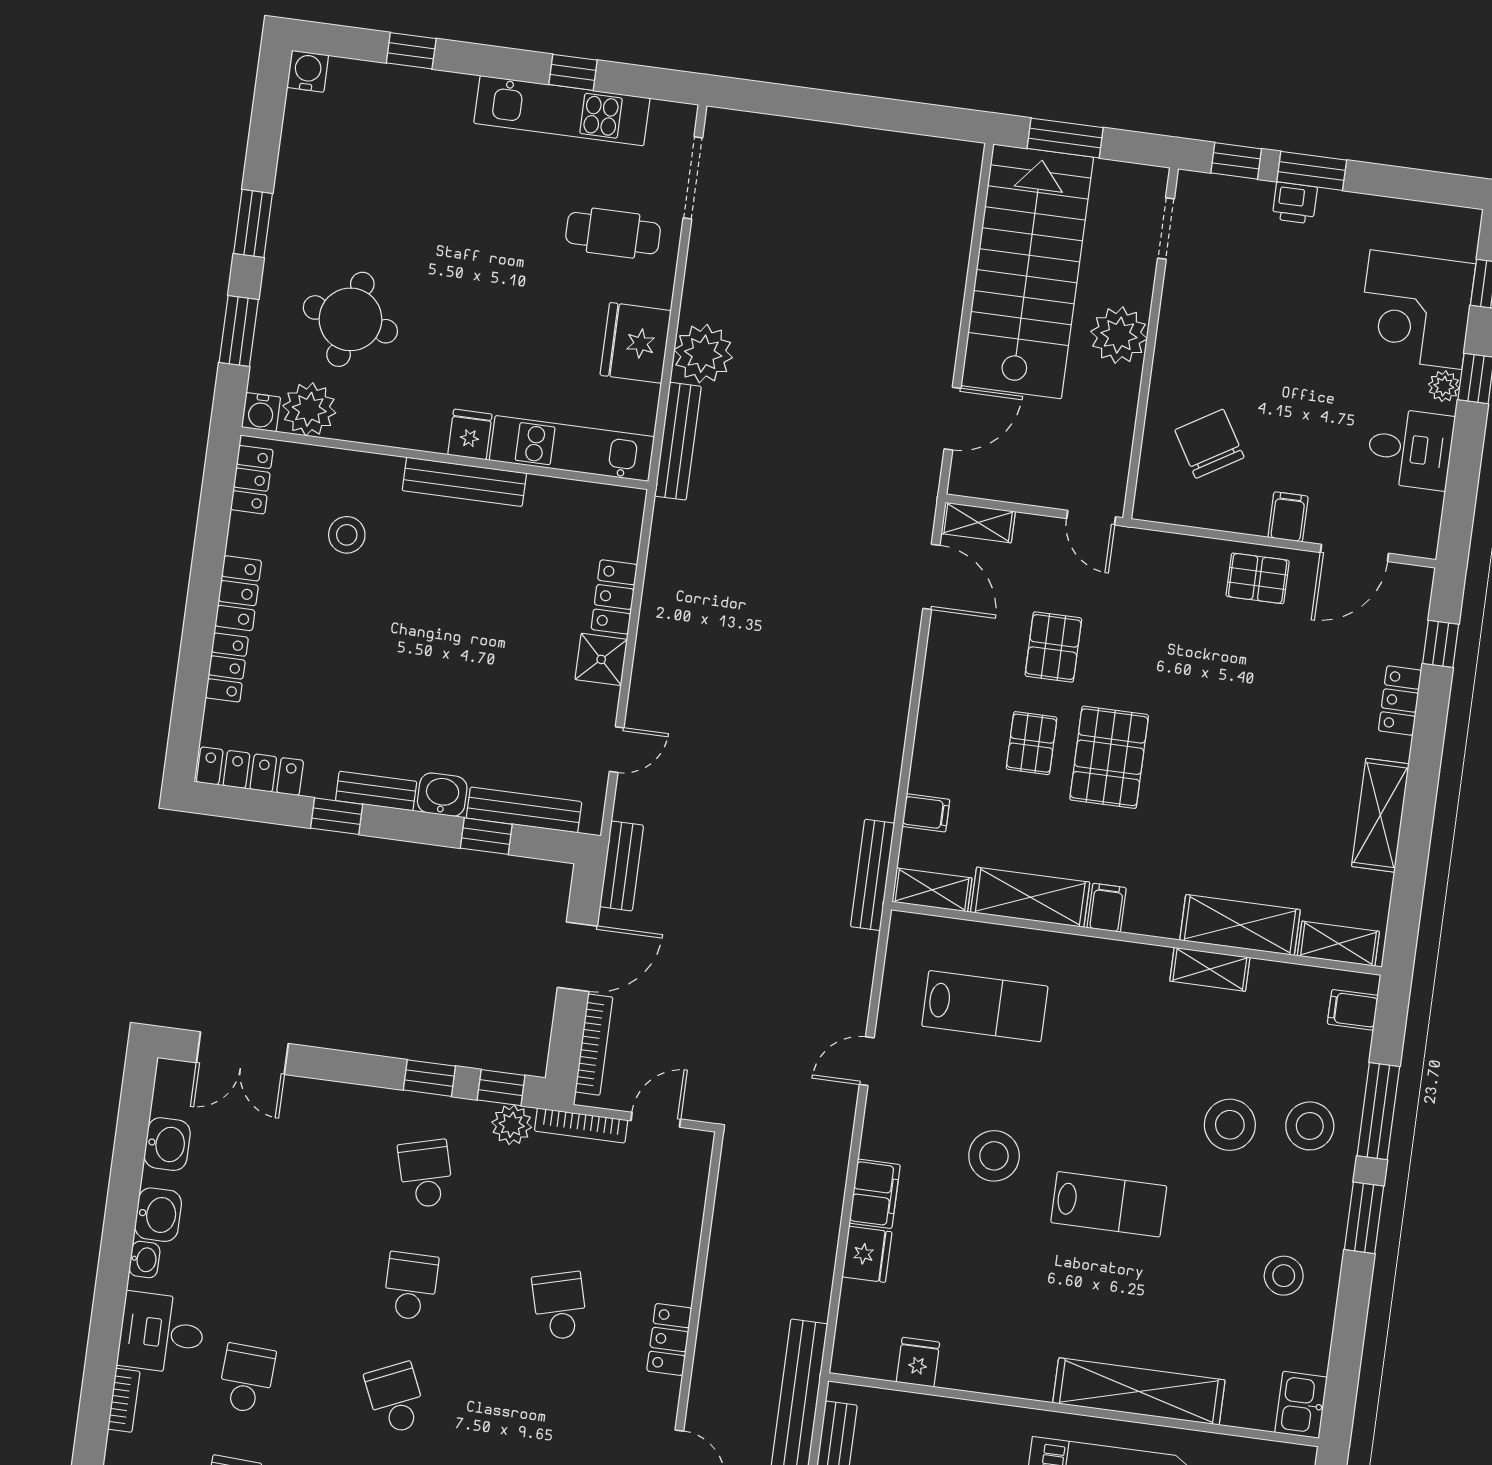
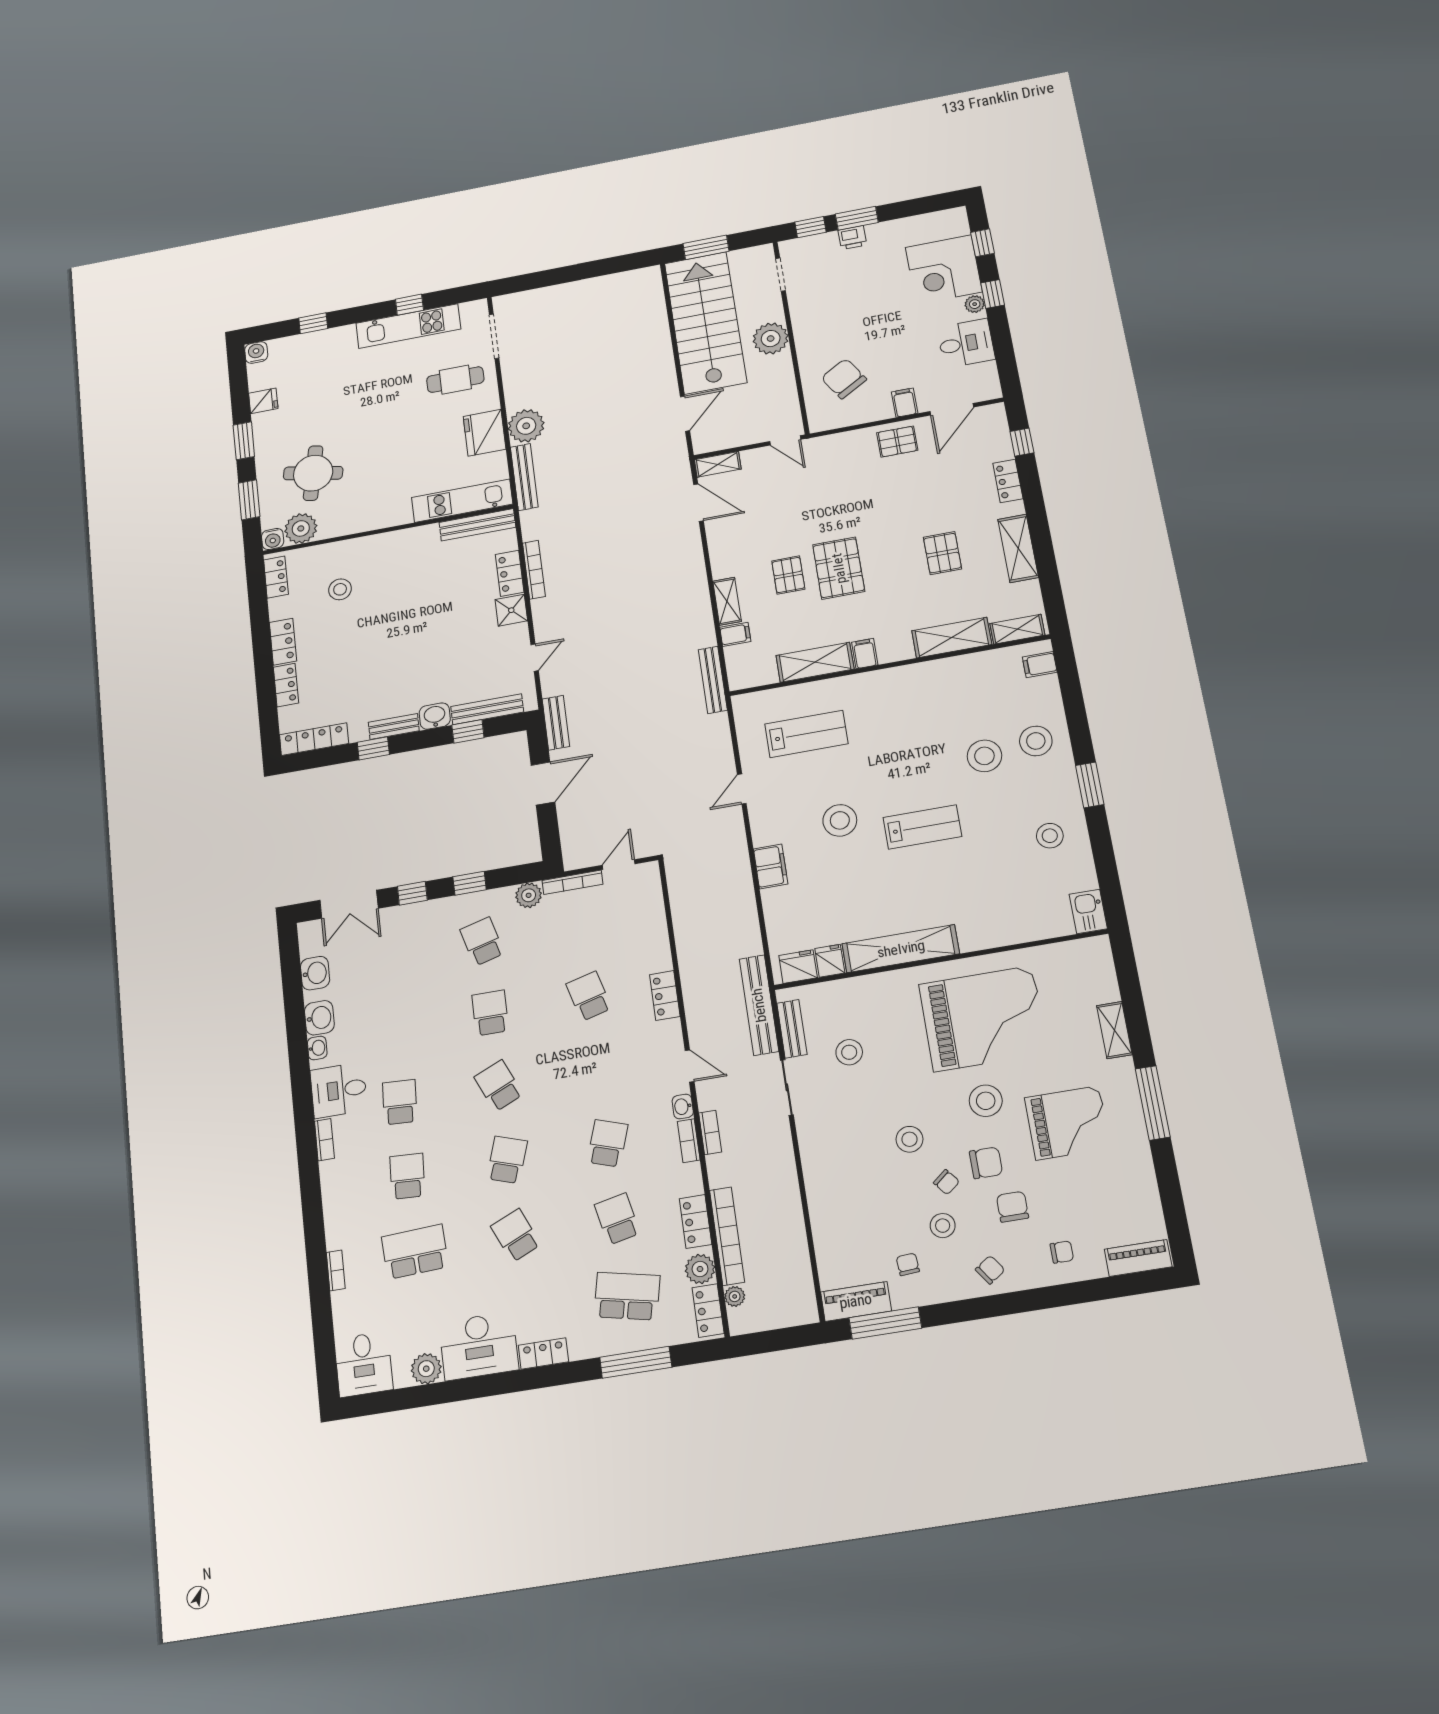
fridge: (470, 434) -> (263, 401), moved, turned 90
bench: (464, 482) -> (477, 525), moved
pallet: (1053, 647) -> (942, 553), moved
shelving: (932, 890) -> (727, 601), moved, turned 90
shelving: (1210, 969) -> (941, 669), removed
bookcase: (594, 1045) -> (534, 570), moved
window: (501, 1088) -> (412, 893), moved
window: (1378, 1111) -> (1077, 719), removed
fridge: (867, 1254) -> (798, 967), moved, turned -90
shelving: (1139, 1391) -> (901, 949), moved

